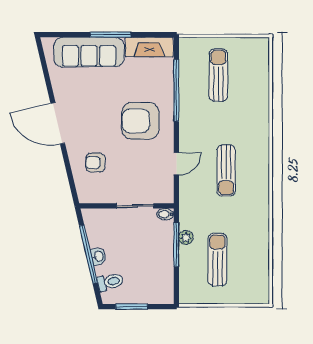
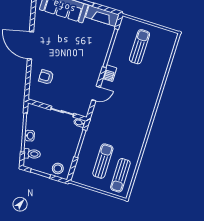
armchair: (140, 121) -> (82, 60), removed
barbecue: (187, 128) -> (110, 73), added
sun lounger: (226, 171) -> (120, 175), moved
plant: (186, 238) -> (88, 141), removed
stool: (155, 291) -> (58, 168), added

